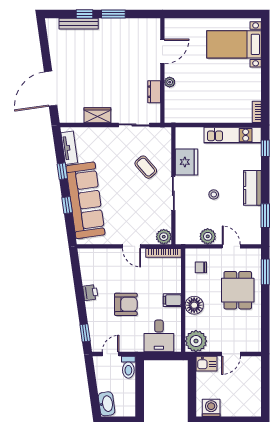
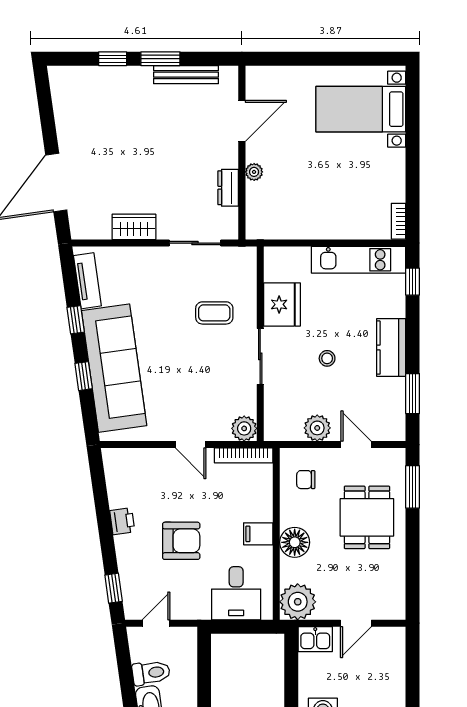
bench: (79, 24) -> (186, 75), moved
coffee table: (146, 167) -> (214, 313), turned -49
toilet: (128, 367) -> (151, 673), moved, turned -98

